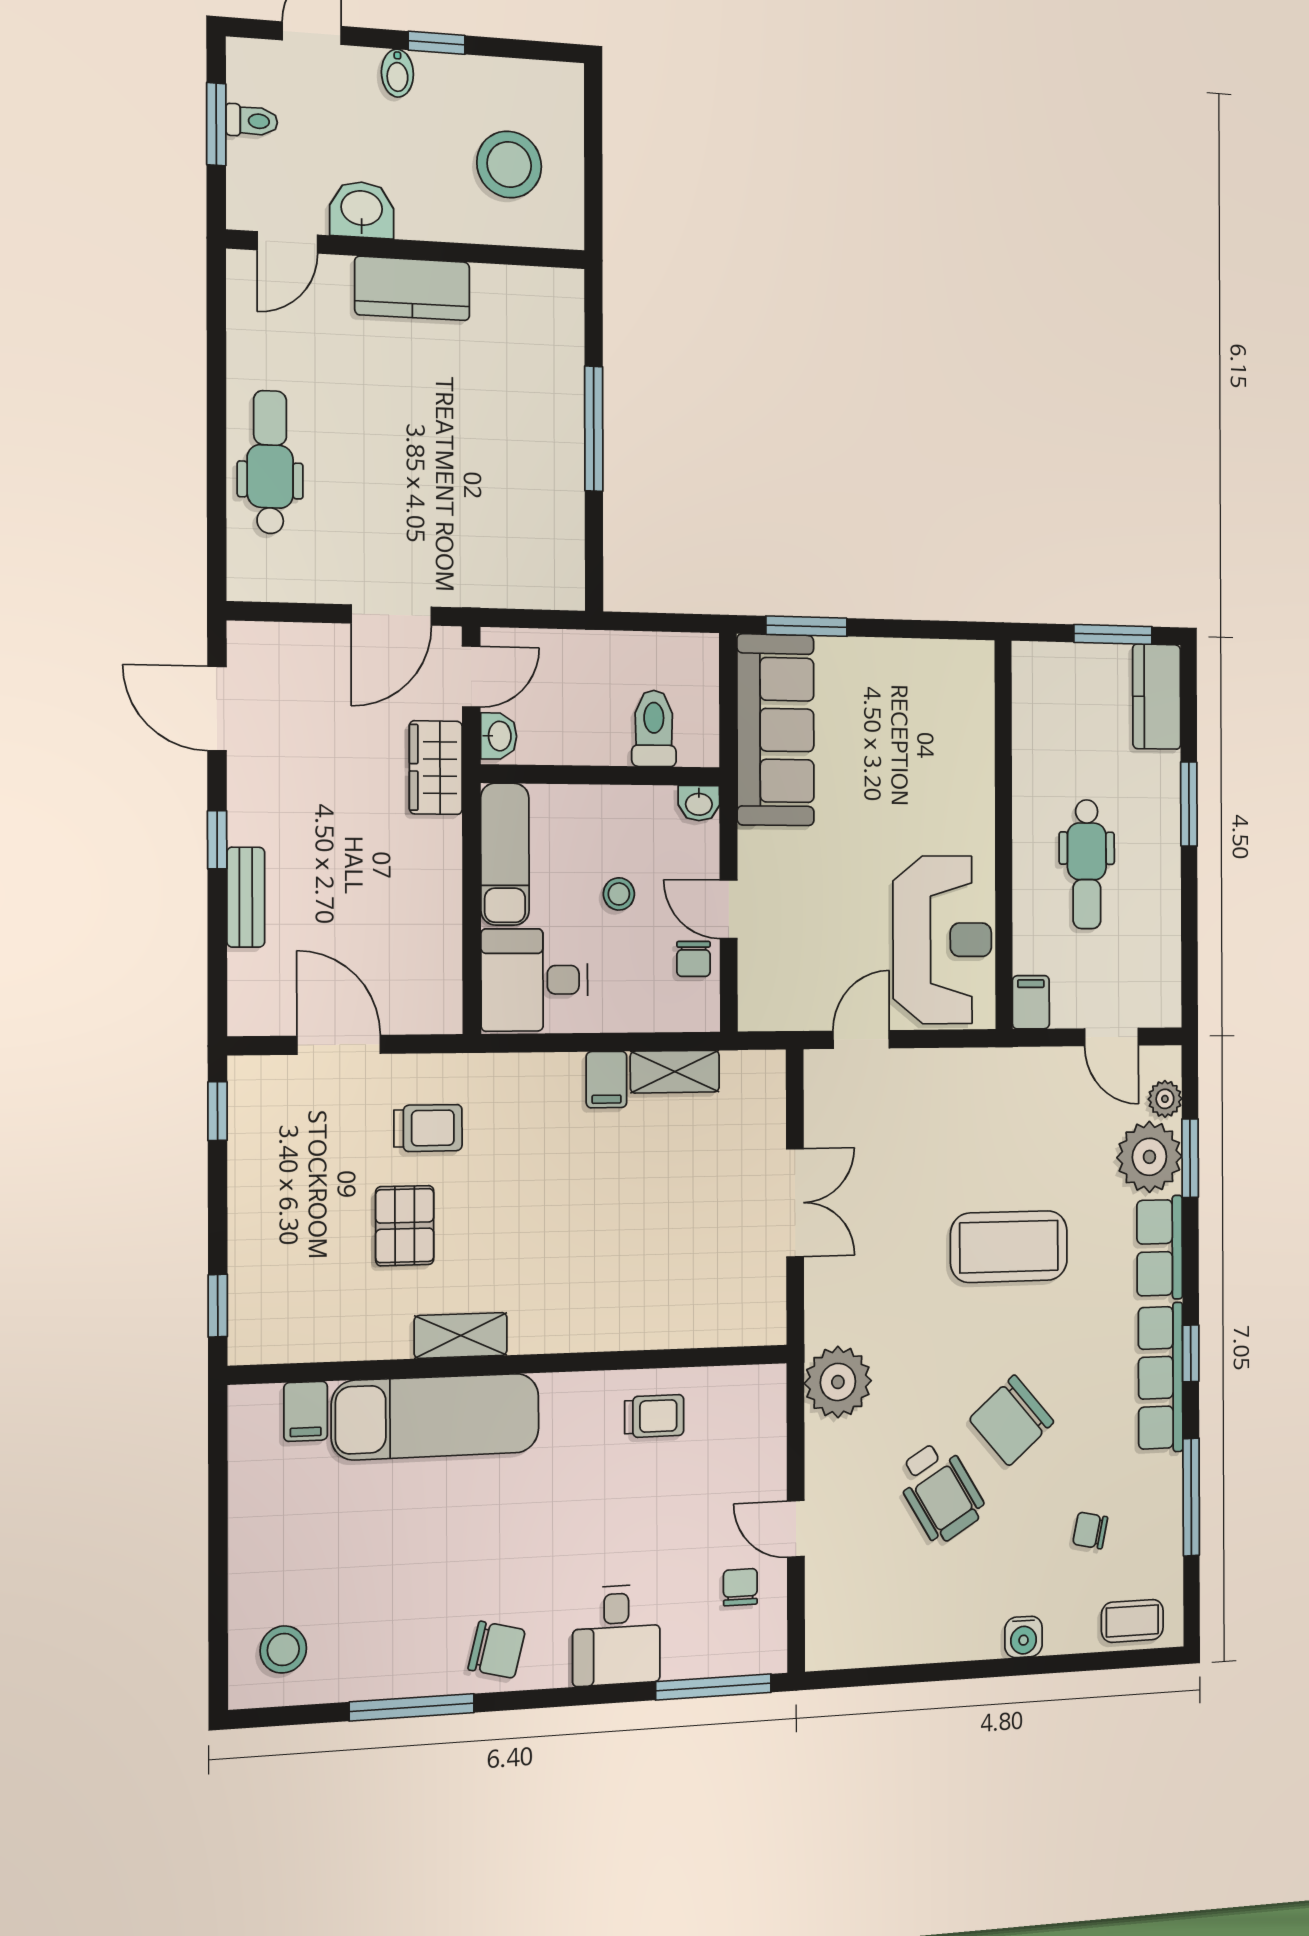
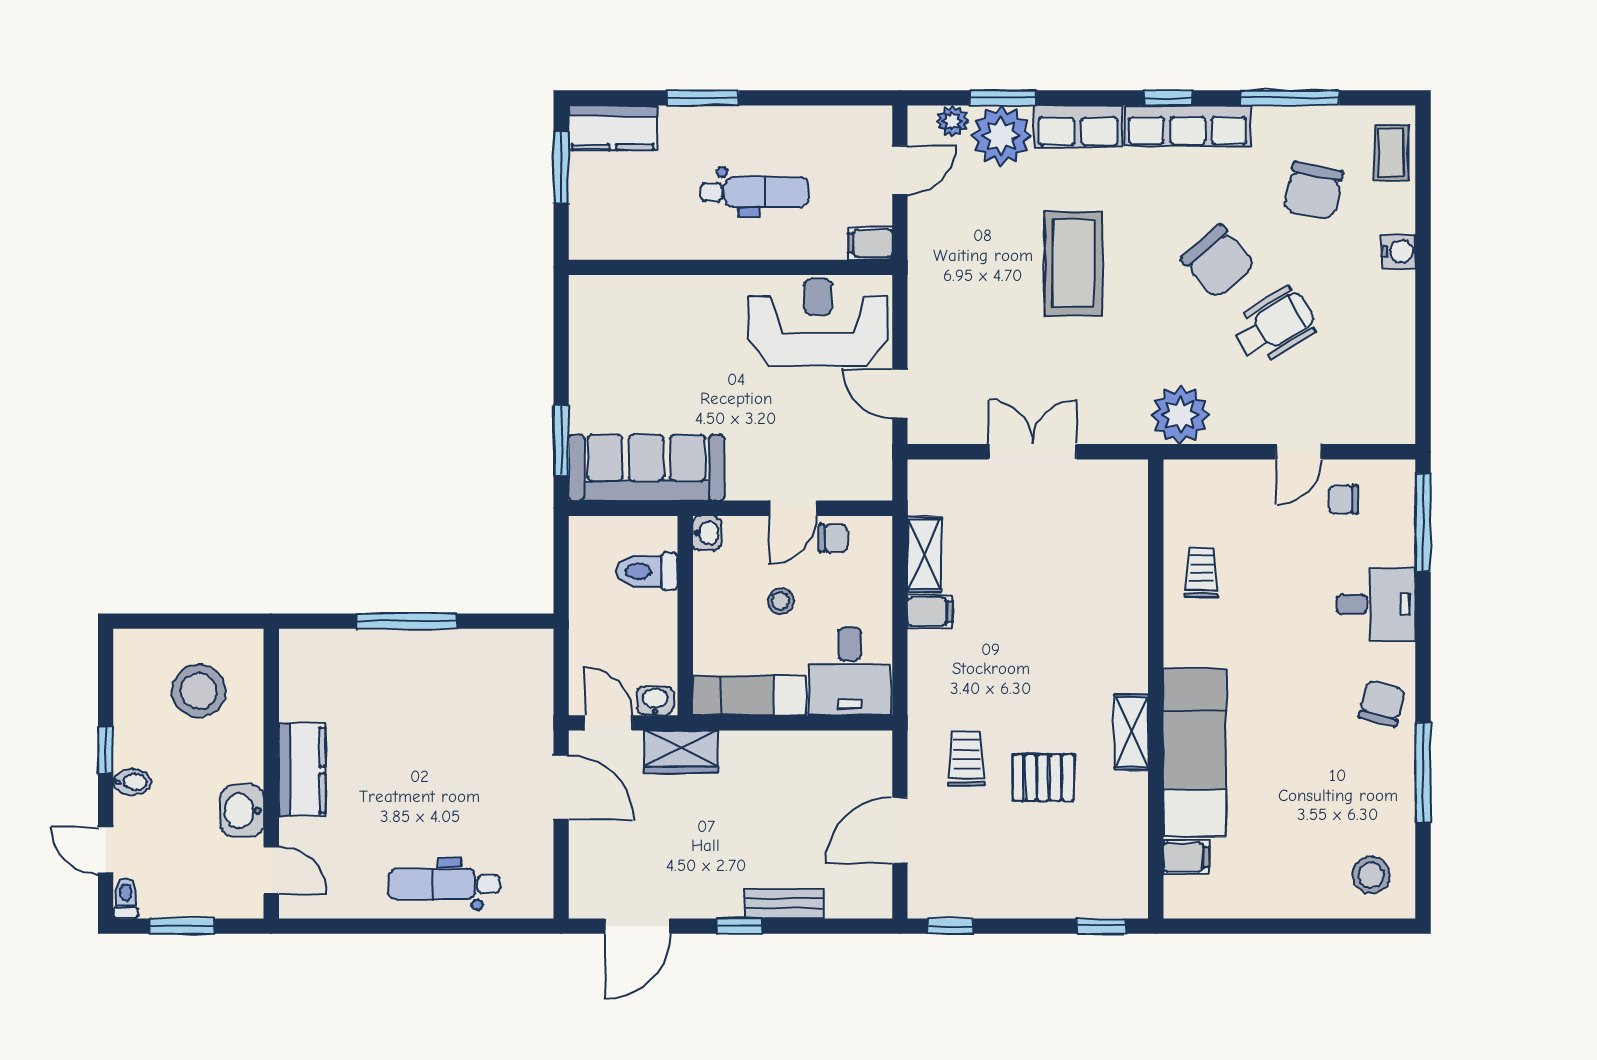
toilet: (252, 121) -> (126, 898), moved
chair: (1090, 1530) -> (1313, 191), width x1.87, depth x1.87

